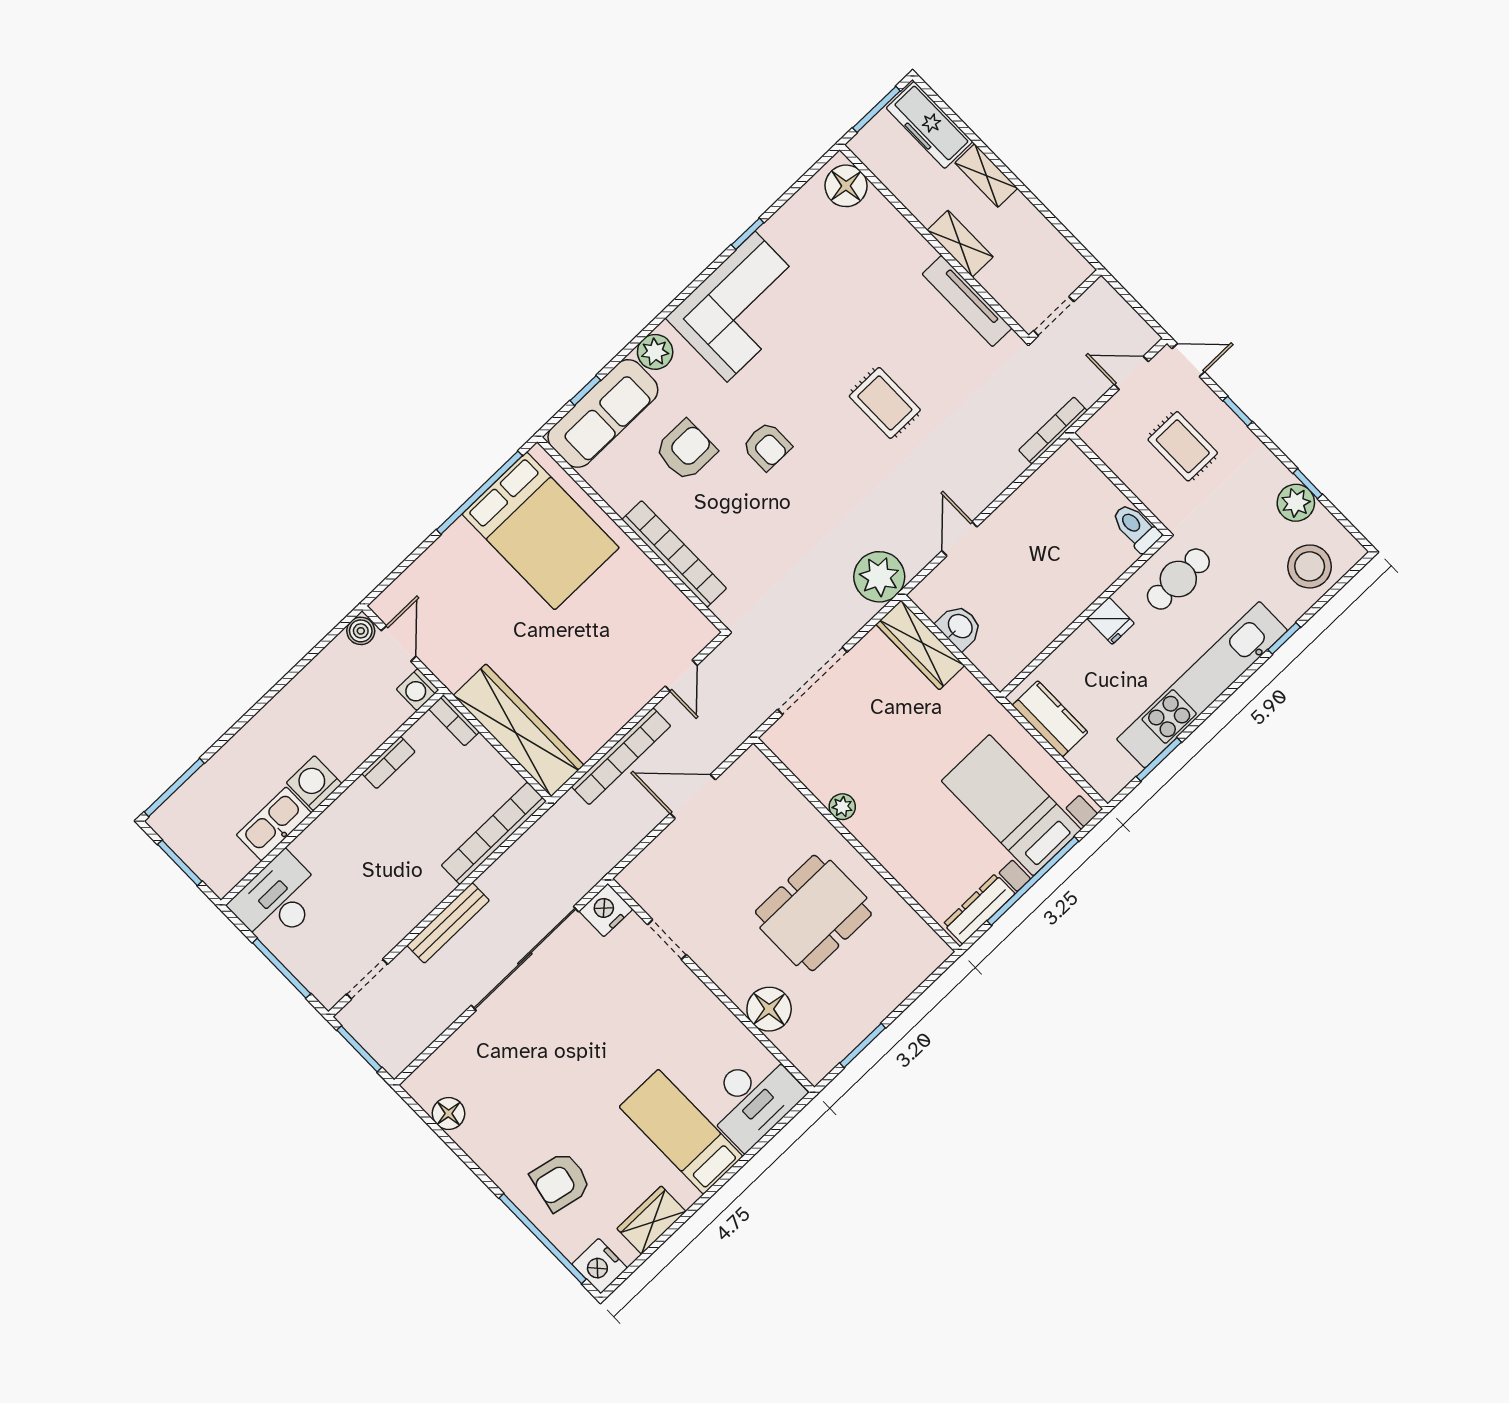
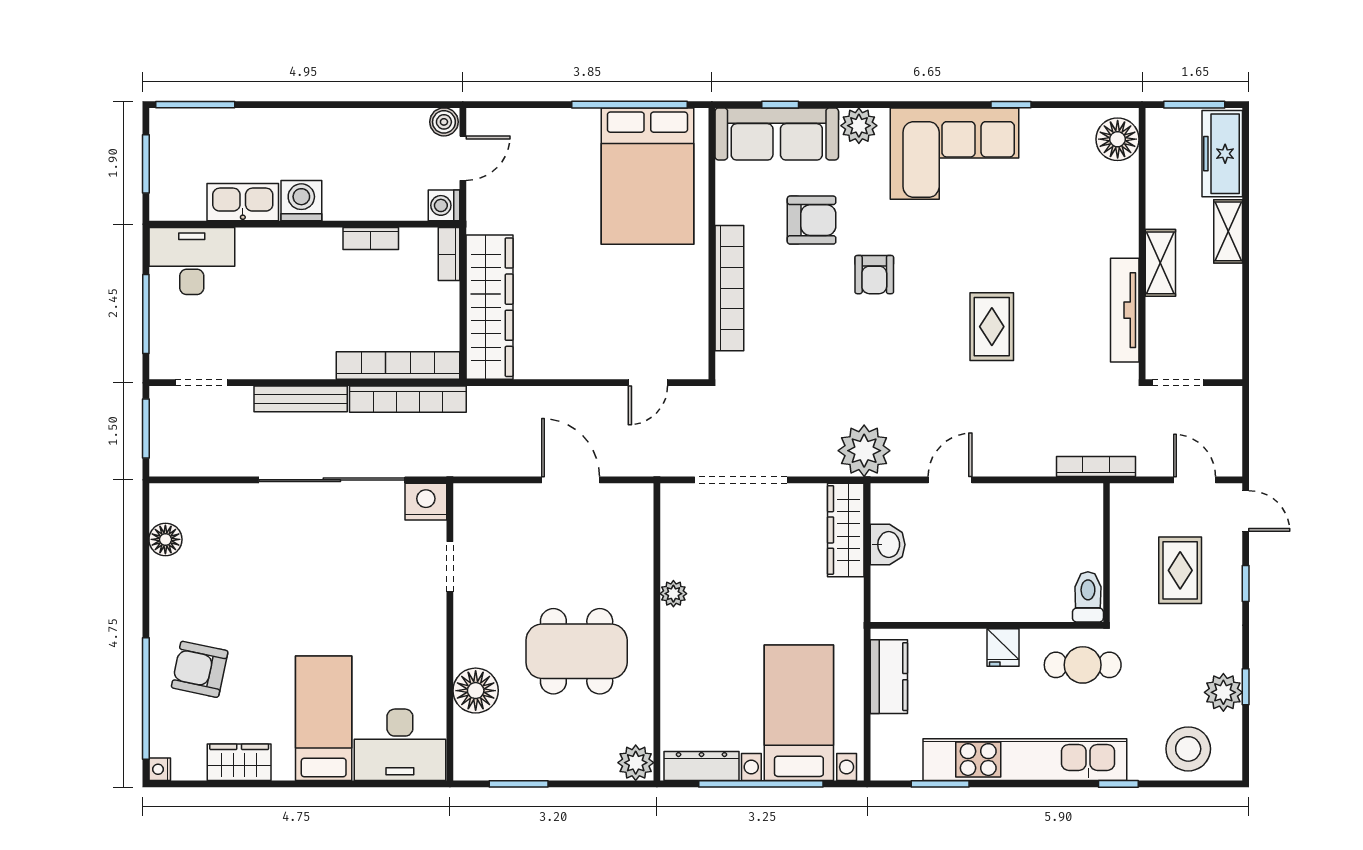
bookcase: (621, 756) -> (408, 399), moved
plant: (931, 951) -> (636, 763), added
nightstand: (600, 1266) -> (160, 769), width x0.53, depth x0.56

